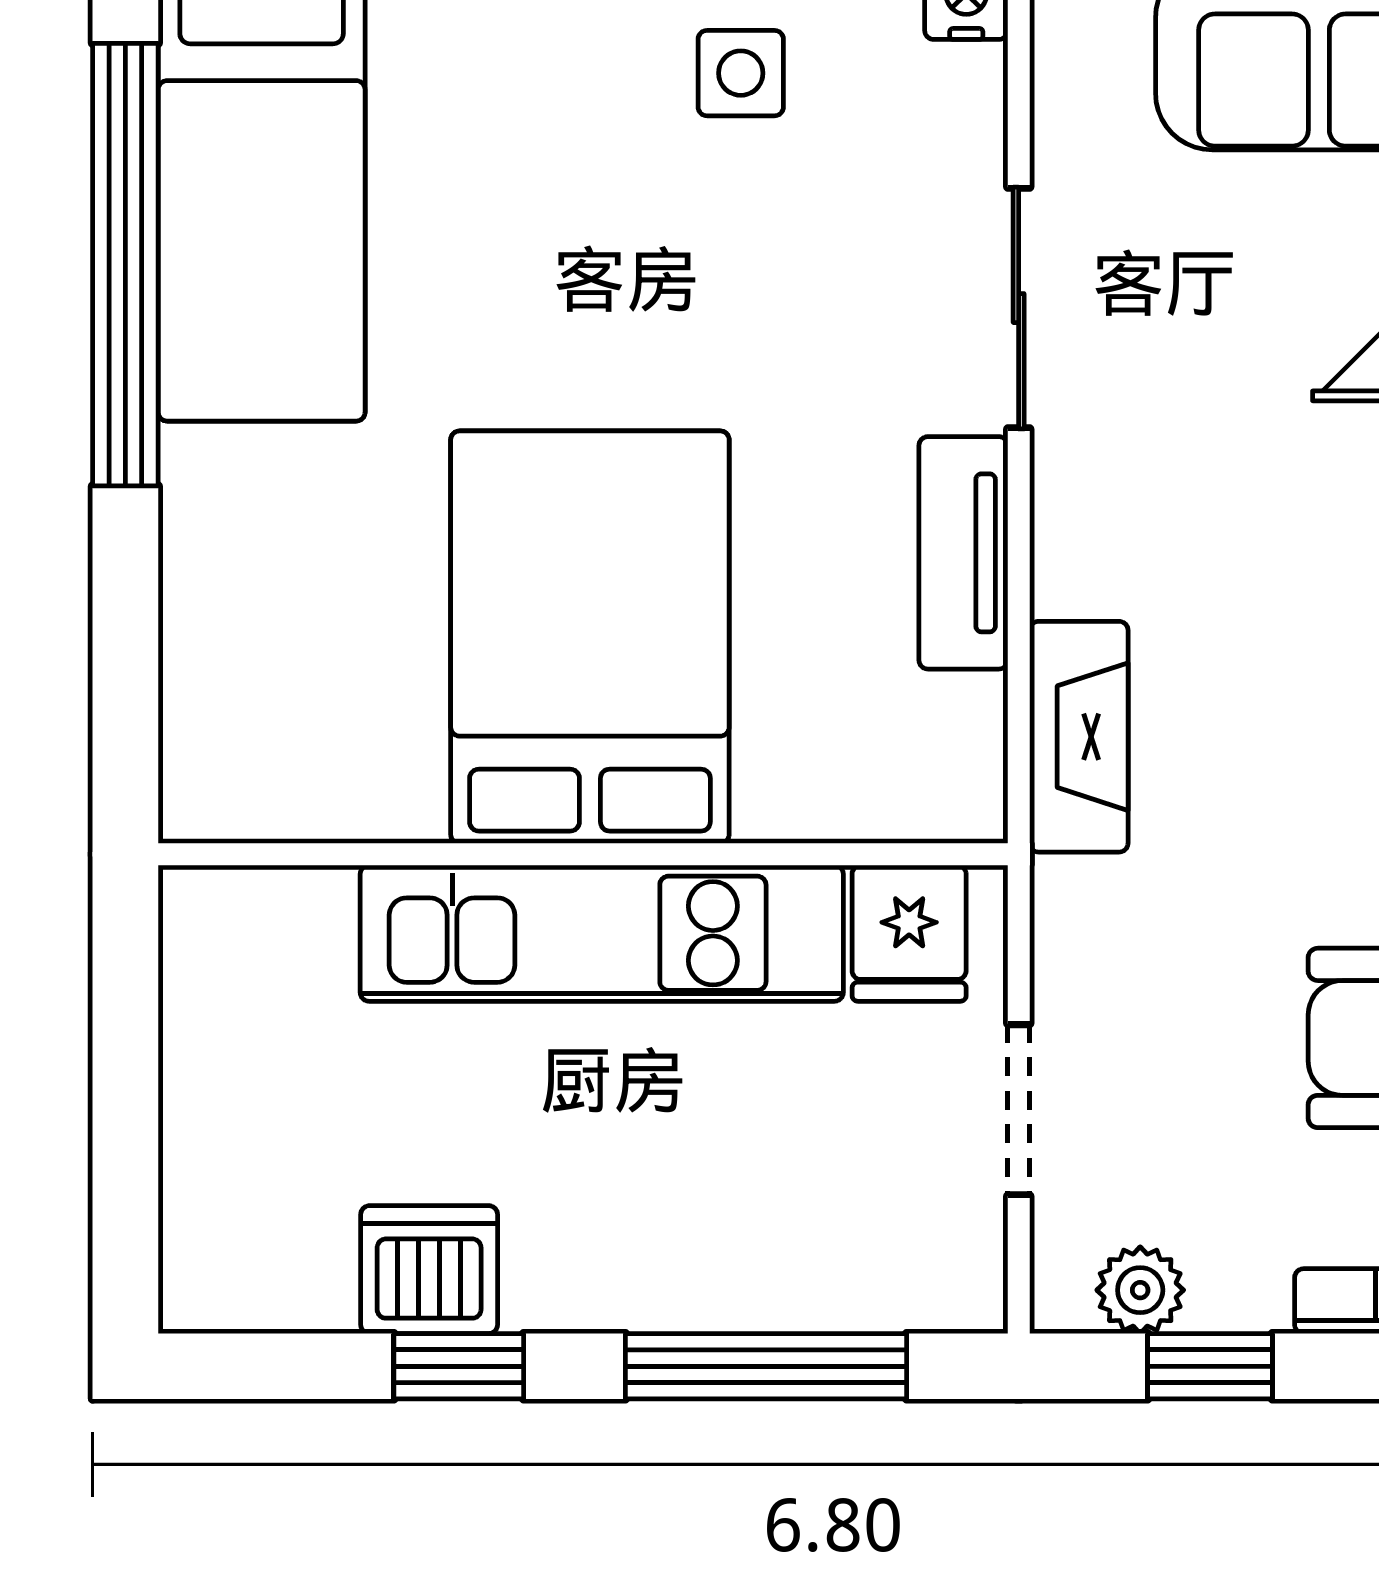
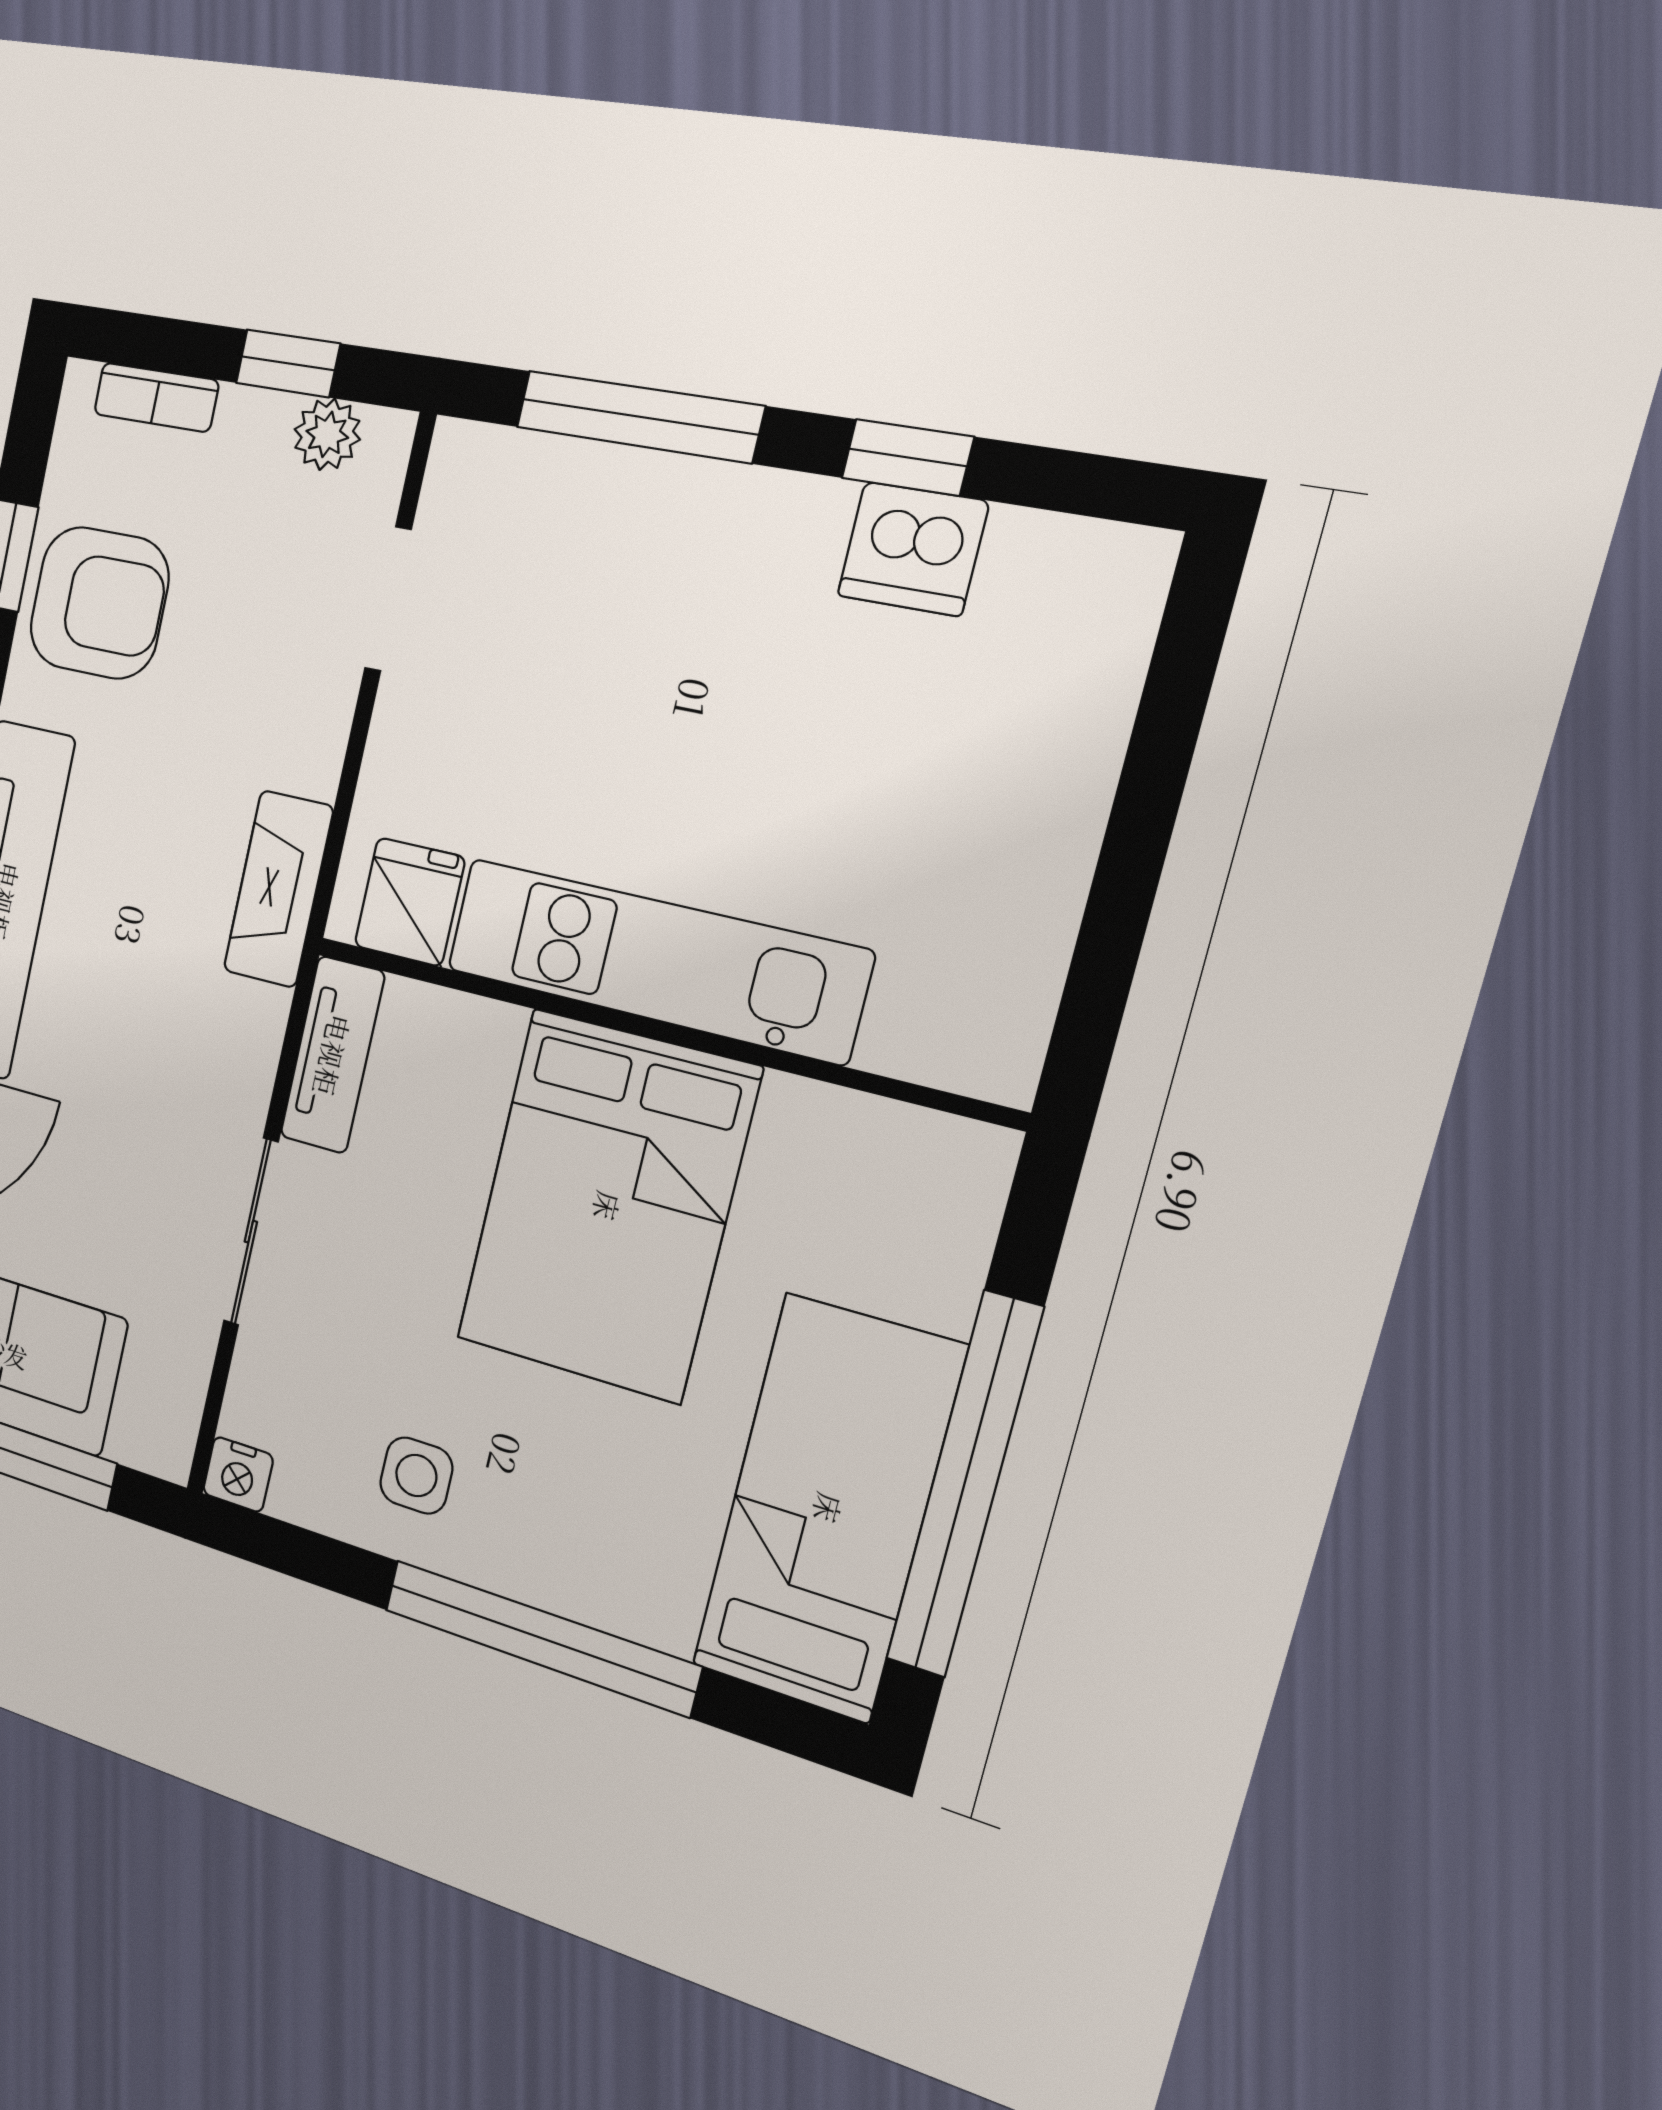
bed: (590, 637) -> (607, 1206), moved
wall: (583, 854) -> (655, 1029), moved
kitchen unit: (602, 933) -> (655, 960), moved
fridge: (909, 933) -> (410, 902), moved

